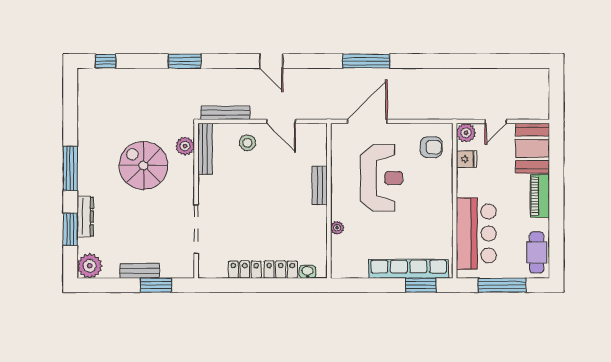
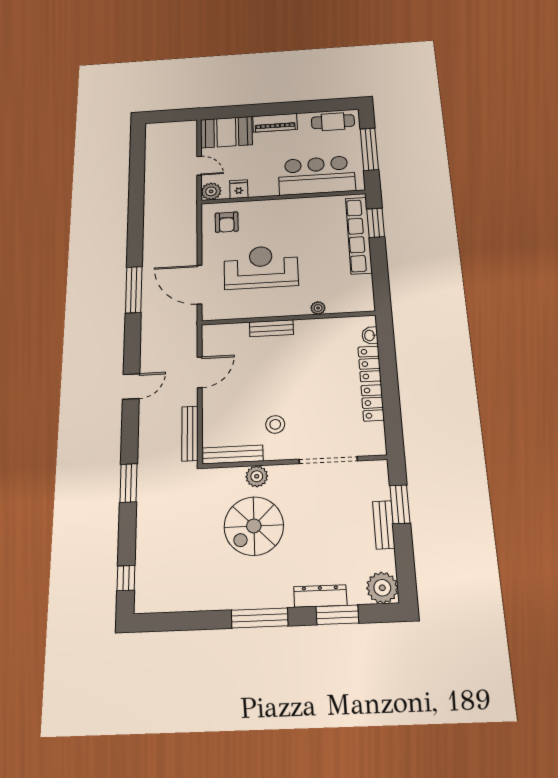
stool: (247, 143) -> (275, 424), moved
plant: (185, 146) -> (257, 476), moved
armchair: (431, 147) -> (227, 222), turned 180

